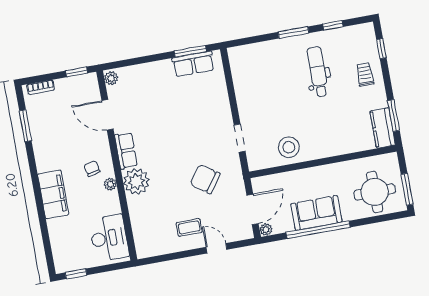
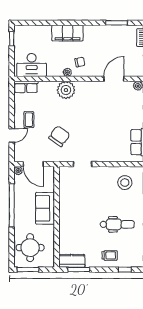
stool: (289, 147) -> (125, 183), moved
row of seats: (126, 151) -> (26, 87), moved
sofa: (316, 213) -> (45, 208), moved, turned 180

